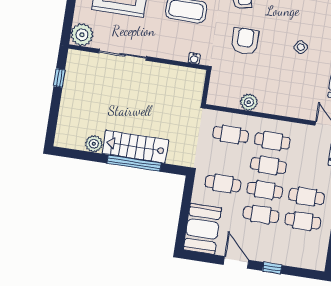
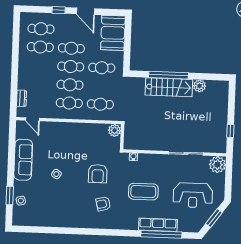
plant: (249, 102) -> (115, 130), moved
cafe table: (307, 197) -> (41, 29), moved

